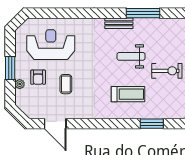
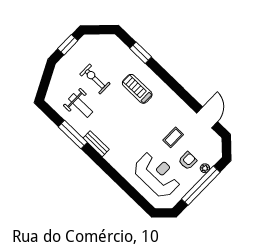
reception desk: (51, 45) -> (157, 175), turned 180
weight bench: (131, 56) -> (81, 105), moved
window: (10, 68) -> (201, 186), width x2.11

